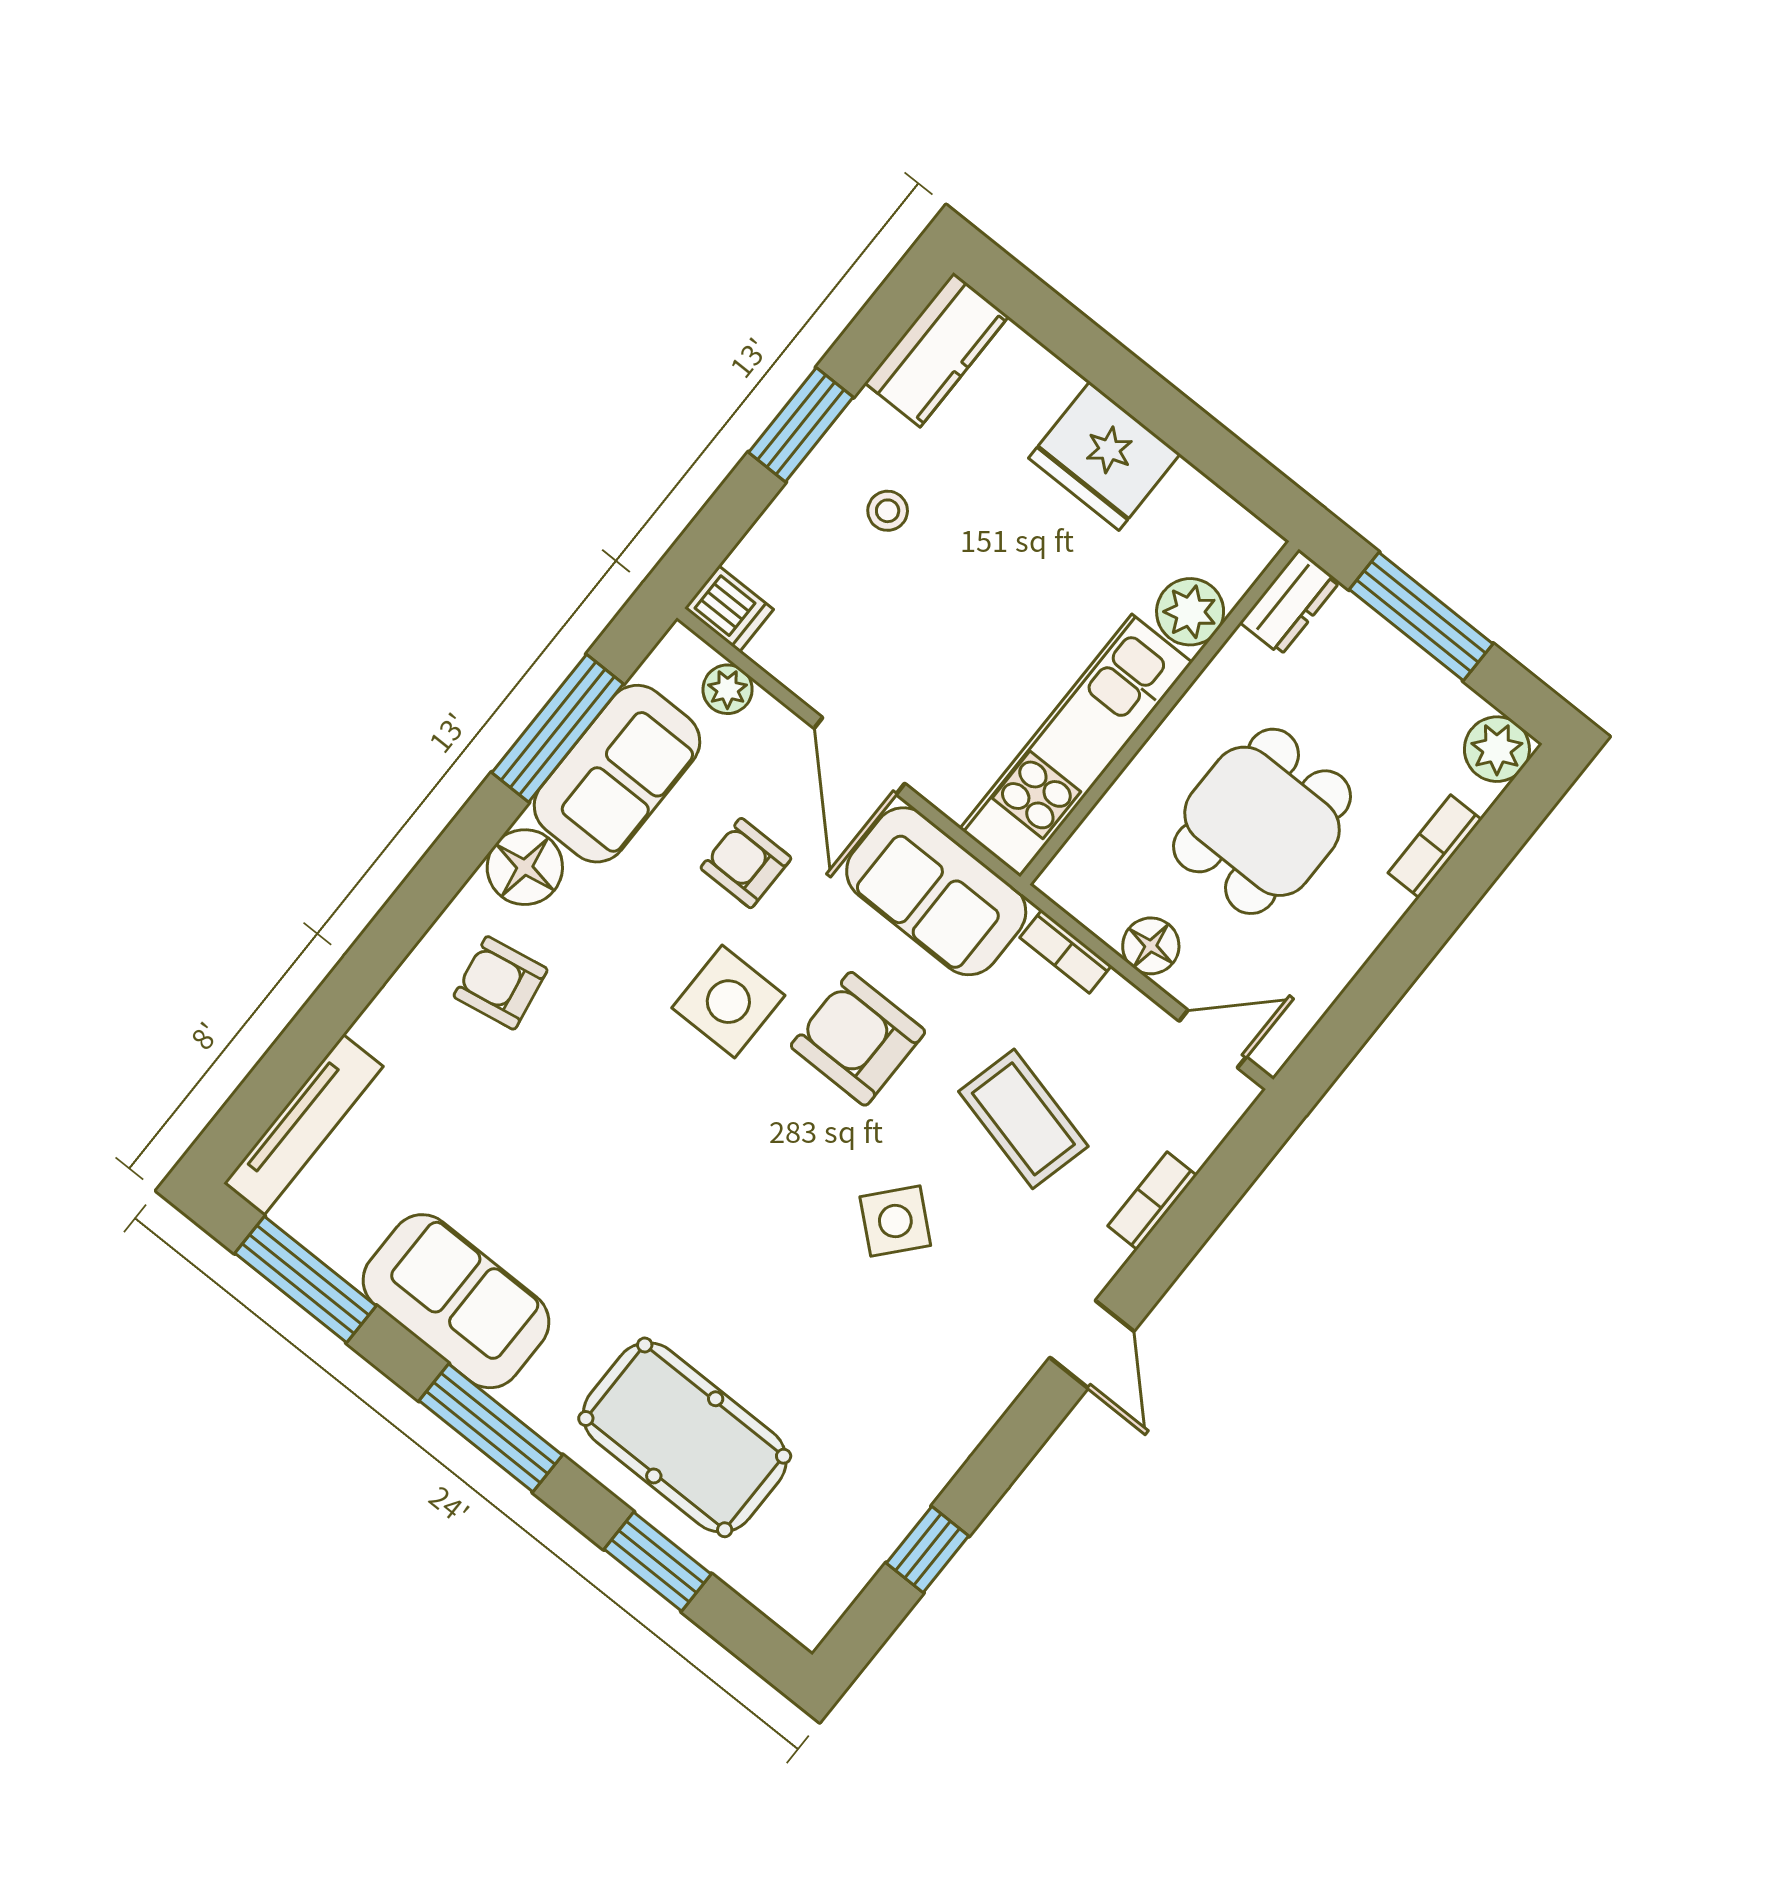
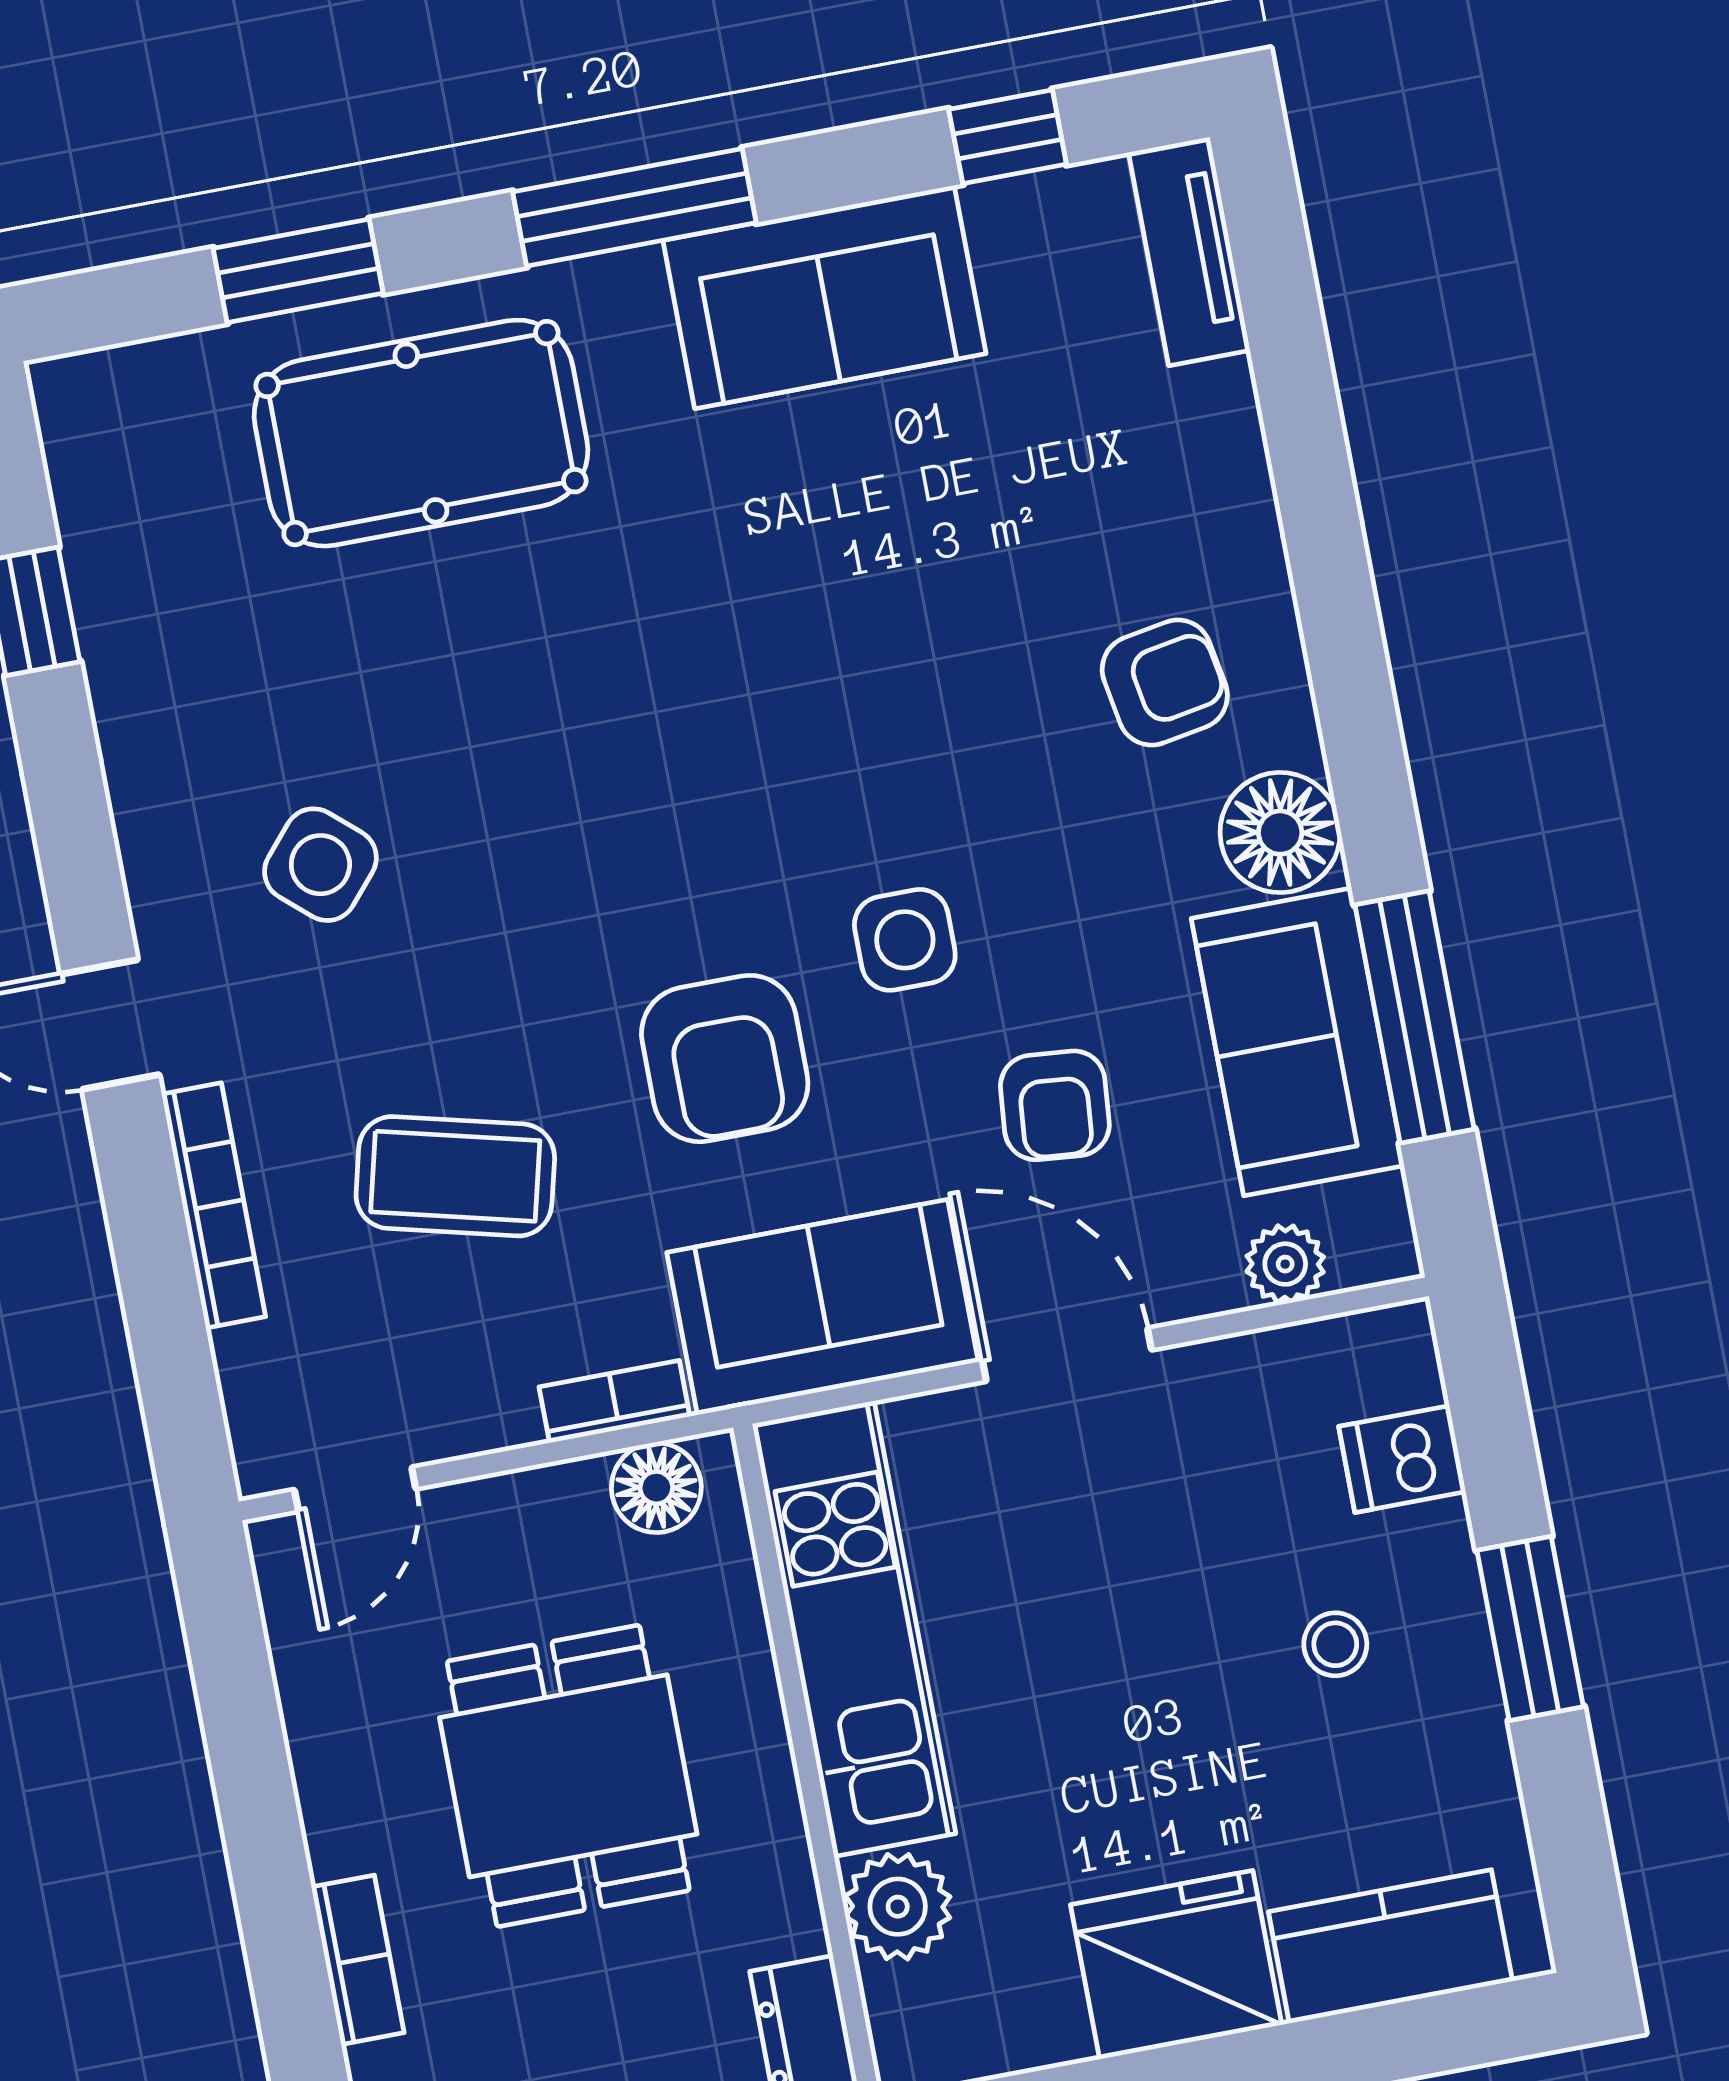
kitchen counter: (937, 350) -> (1390, 1946), moved, turned 90
dishwasher: (729, 609) -> (1402, 1459), moved
armchair: (746, 863) -> (1055, 1105), turned 95
floor lamp: (1151, 946) -> (656, 1488), moved
side table: (728, 1002) -> (905, 940), width x0.73, depth x0.73
armchair: (858, 1039) -> (725, 1059), turned 90
tv unit: (303, 1125) -> (1189, 251), width x0.71
bookcase: (1152, 1201) -> (214, 1205), width x1.56
side table: (895, 1221) -> (320, 865), moved
window: (305, 1279) -> (1008, 137), width x0.46

